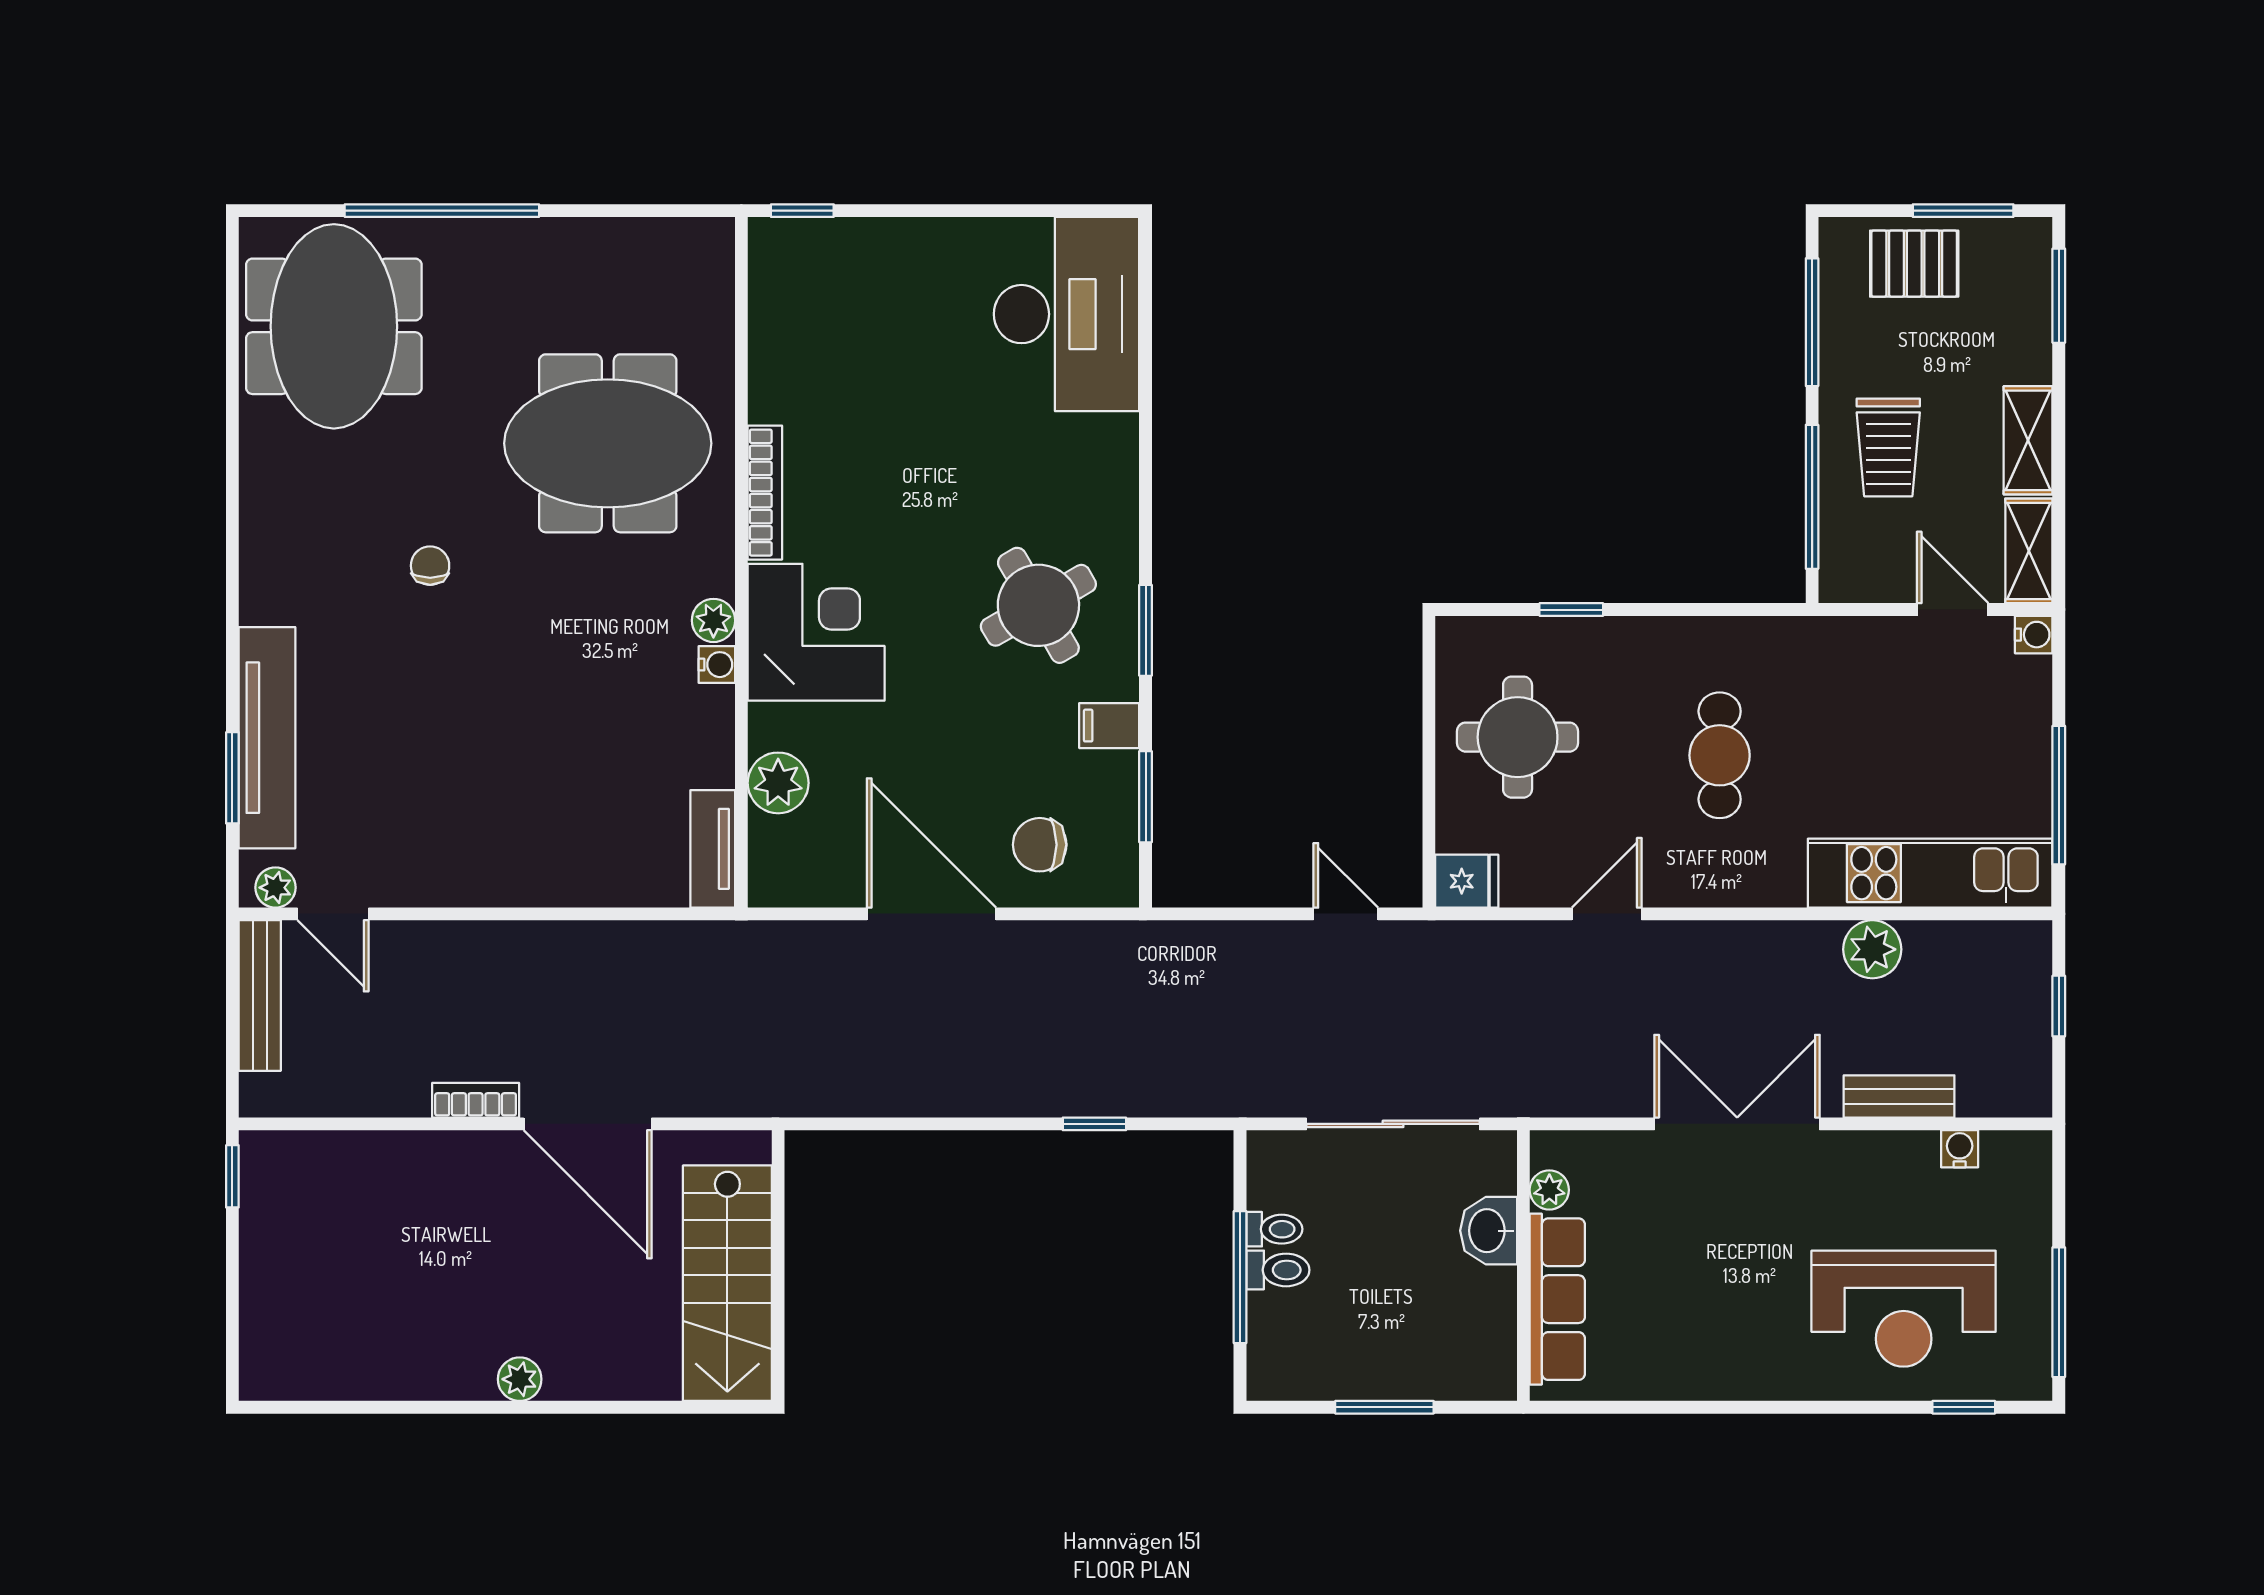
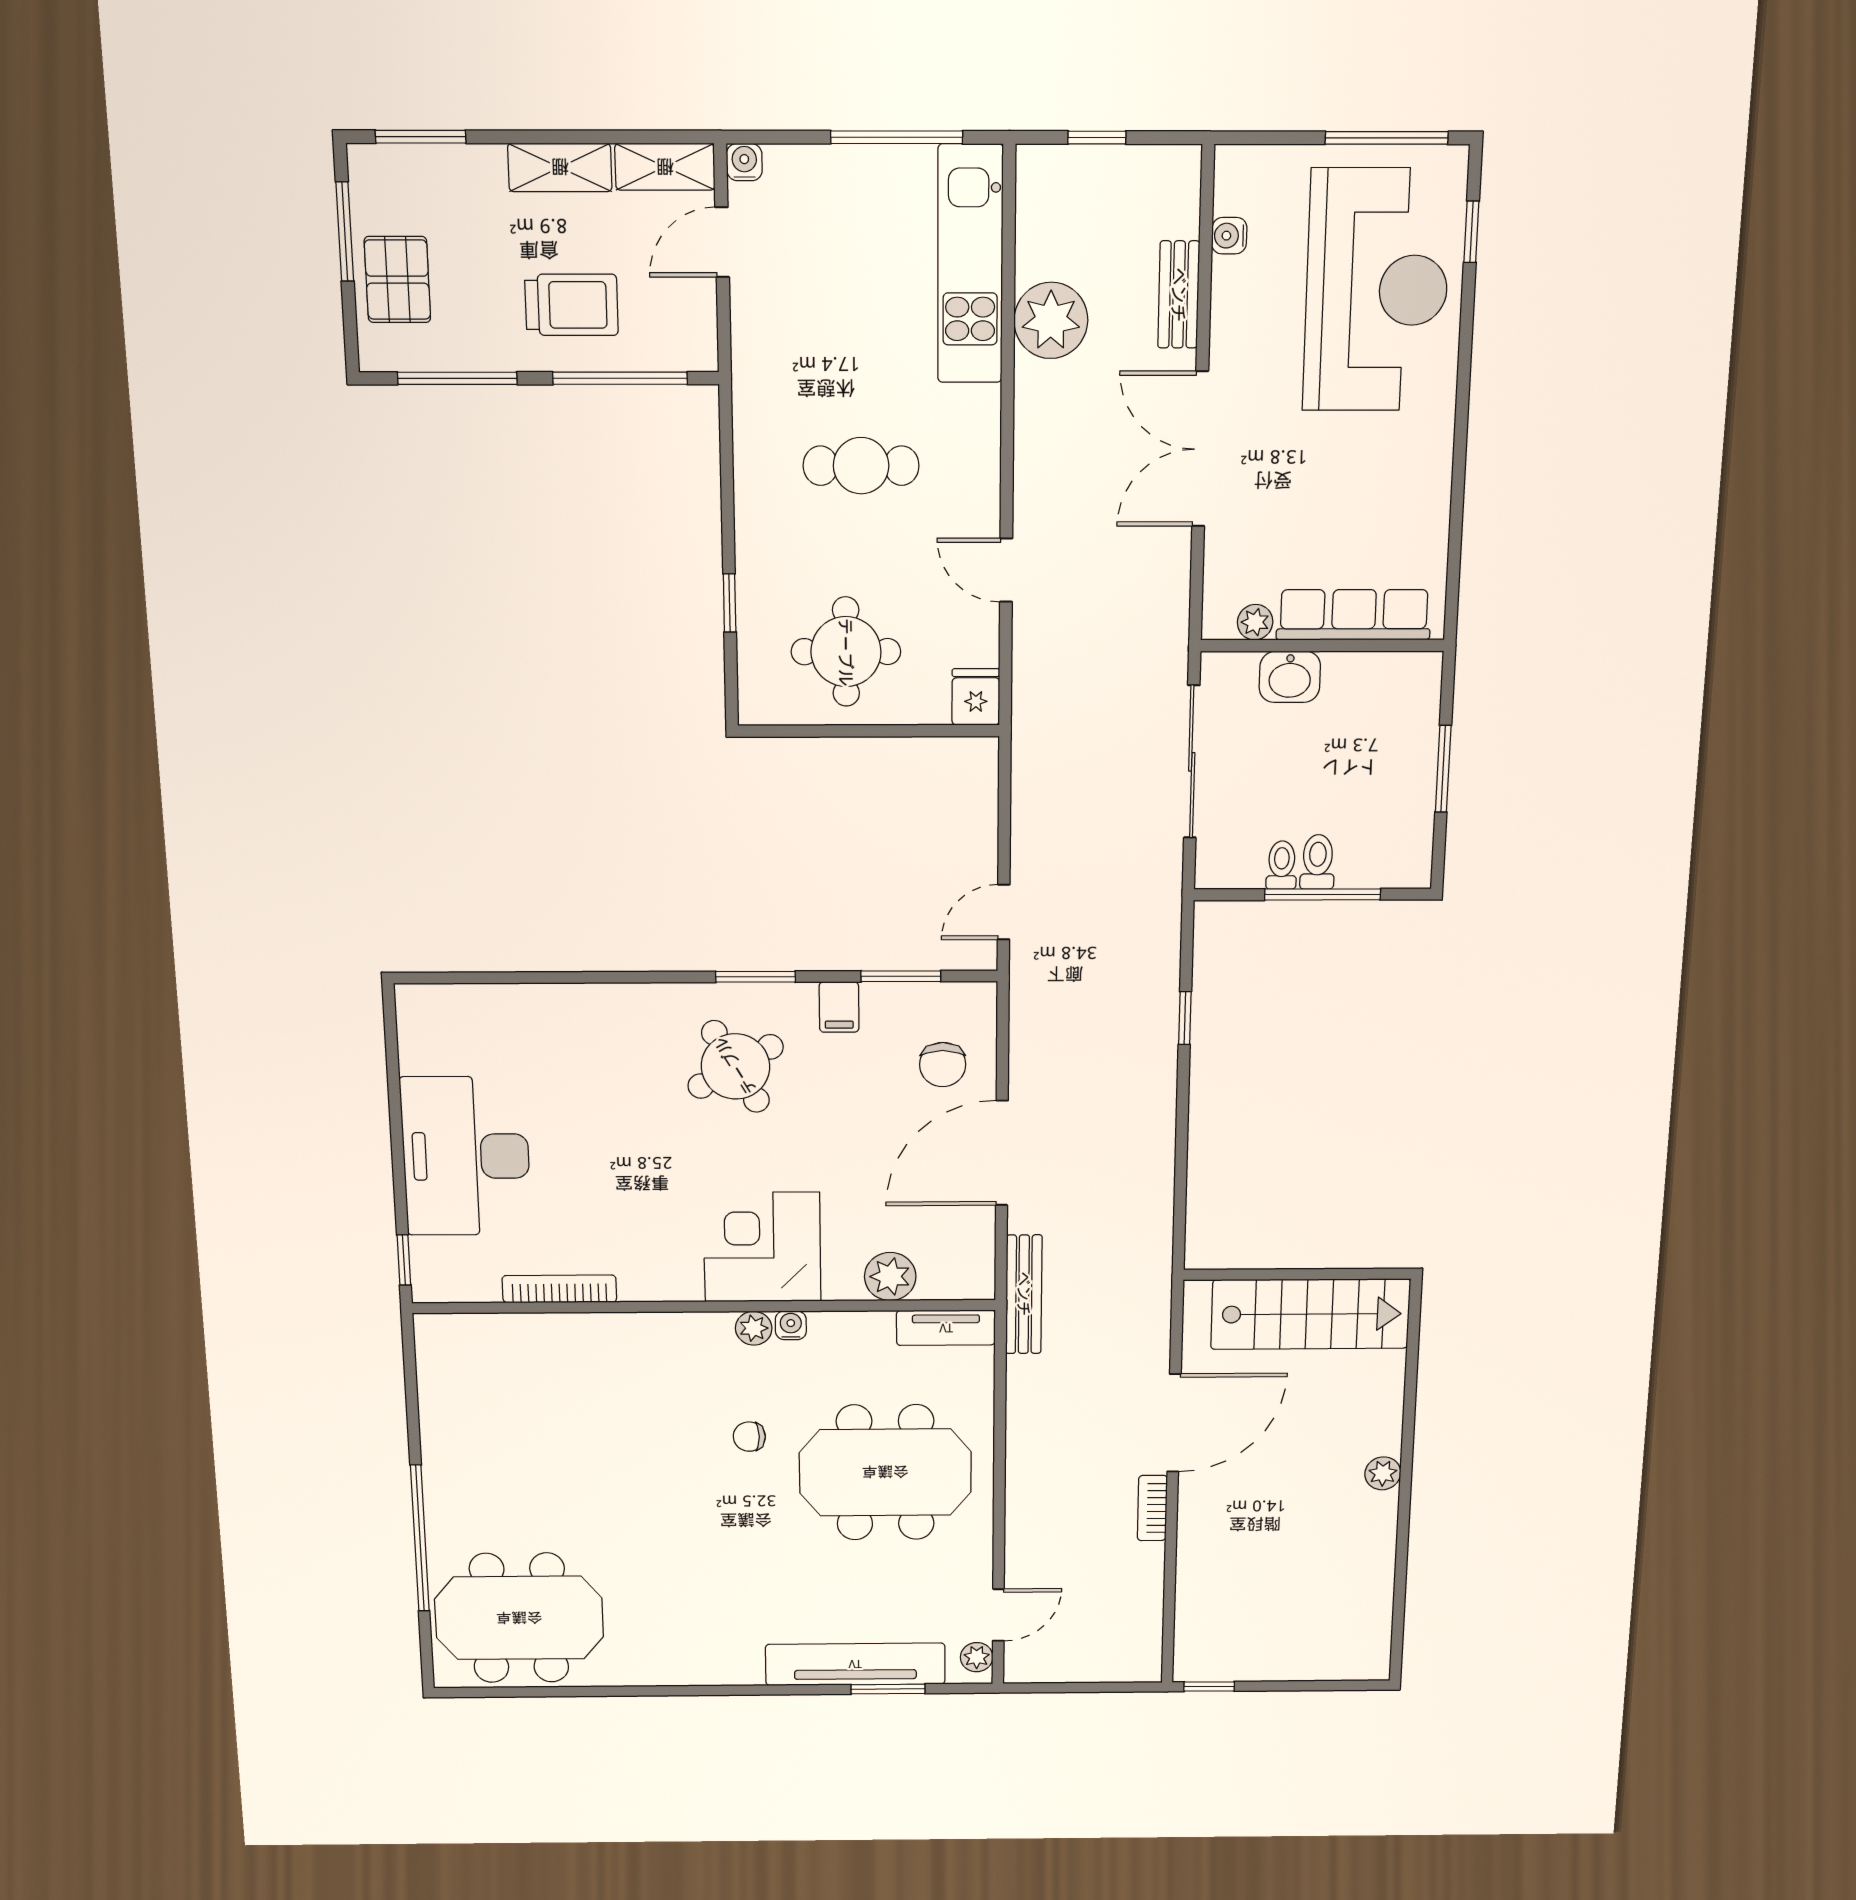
desk: (1067, 314) -> (466, 1156), moved, turned -90
meeting table: (608, 443) -> (885, 1472), moved, turned 90
bookcase: (765, 493) -> (559, 1289), moved
chair: (430, 566) -> (749, 1437), moved
door: (1346, 914) -> (1004, 912), moved
plant: (1872, 949) -> (1051, 320), width x1.36, depth x1.36
bench: (260, 995) -> (1024, 1294), moved, turned 90
reception desk: (1904, 1309) -> (1377, 290), width x1.36, depth x1.30

